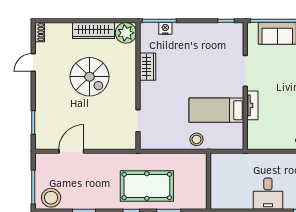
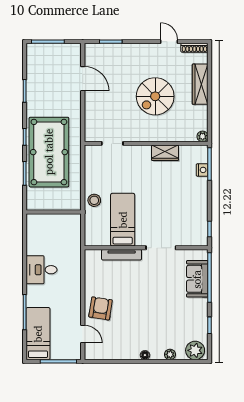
wardrobe: (93, 30) -> (200, 84), moved
shoe rack: (40, 32) -> (194, 48), width x1.43
plant: (126, 33) -> (203, 136), width x0.53, depth x0.53
tv unit: (252, 105) -> (122, 255), width x1.41
pool table: (147, 186) -> (49, 152), width x1.36, depth x1.32
stool: (51, 198) -> (38, 59), removed

